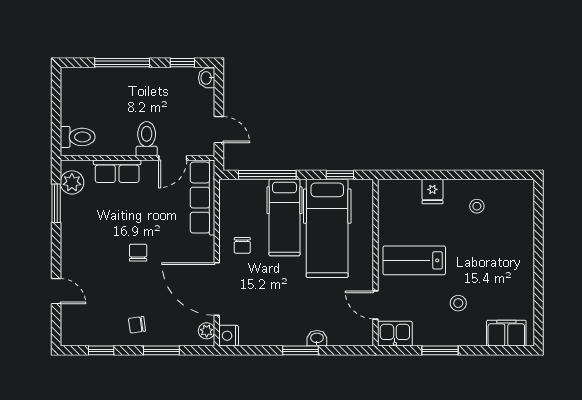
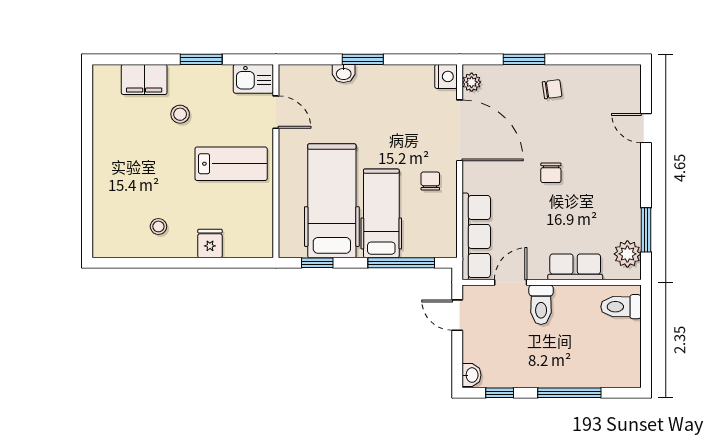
filing cabinet: (506, 333) -> (144, 79), moved
window: (101, 350) -> (594, 59), removed

